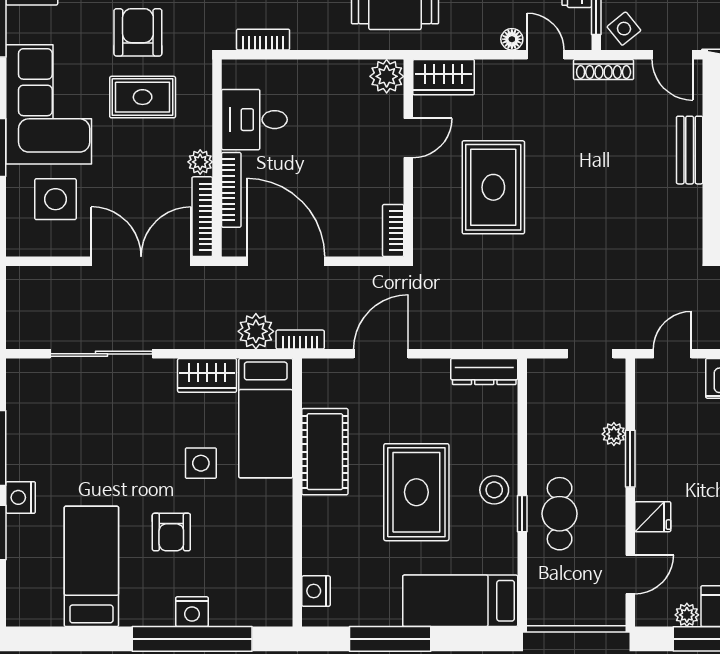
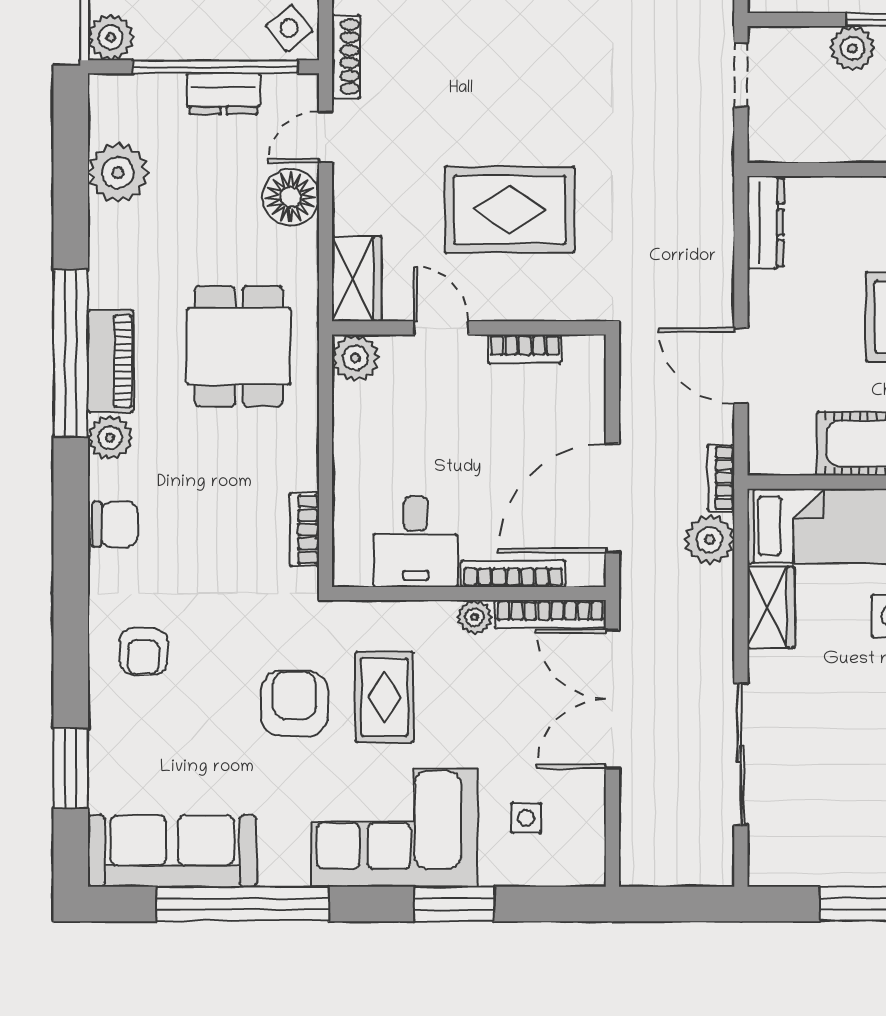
armchair: (138, 32) -> (294, 703), turned 90
floor lamp: (512, 39) -> (291, 197), width x1.89, depth x1.89
side table: (56, 199) -> (526, 818), width x0.54, depth x0.54
bookcase: (393, 230) -> (525, 349), moved
plant: (614, 434) -> (852, 48), width x1.38, depth x1.38

